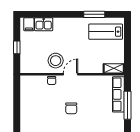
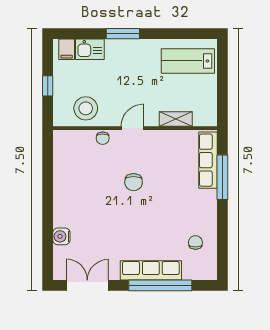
window: (94, 14) -> (123, 34), moved
stool: (56, 61) -> (86, 108), moved
shelving: (114, 68) -> (176, 119), moved

